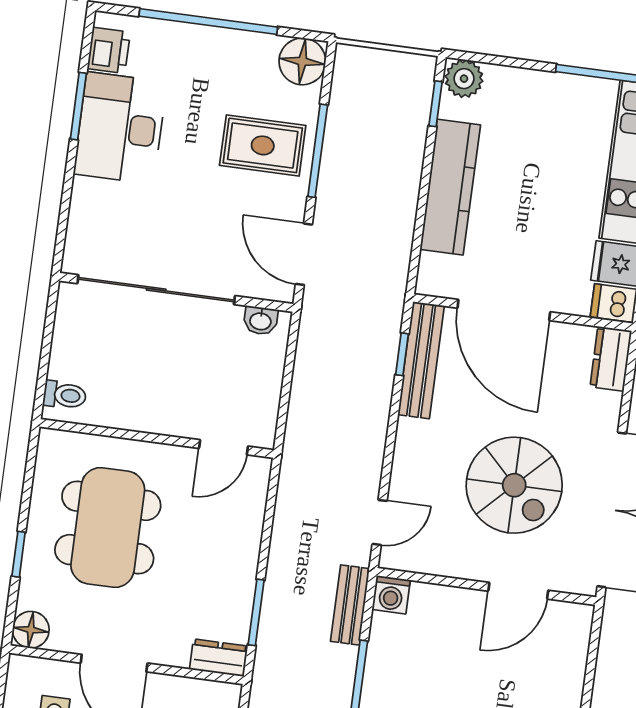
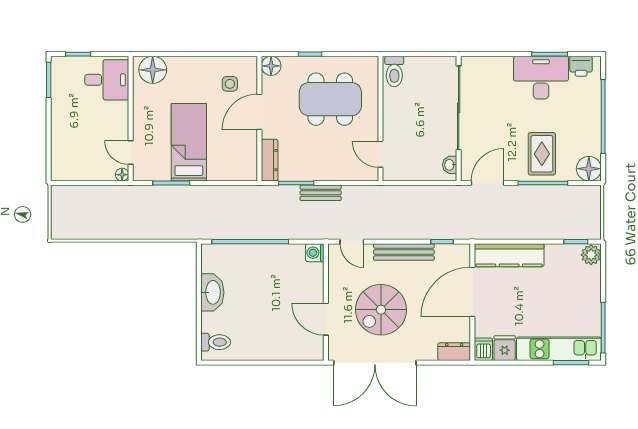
kitchen counter: (450, 187) -> (509, 255), moved
bench: (421, 360) -> (404, 252), moved
toilet: (65, 395) -> (394, 71), width x1.37, depth x1.39
bench: (350, 605) -> (321, 193), moved
dresser: (219, 658) -> (270, 160), width x1.44

